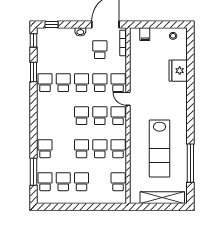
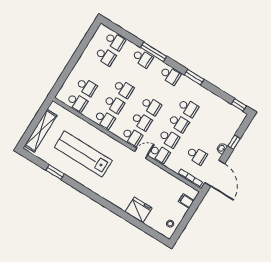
window: (51, 24) -> (234, 142), moved
window: (34, 72) -> (194, 77), moved
school desk: (45, 83) -> (170, 75), moved
window: (190, 163) -> (55, 172), width x0.47
window: (34, 172) -> (154, 52), moved
school desk: (82, 182) -> (87, 87), moved

